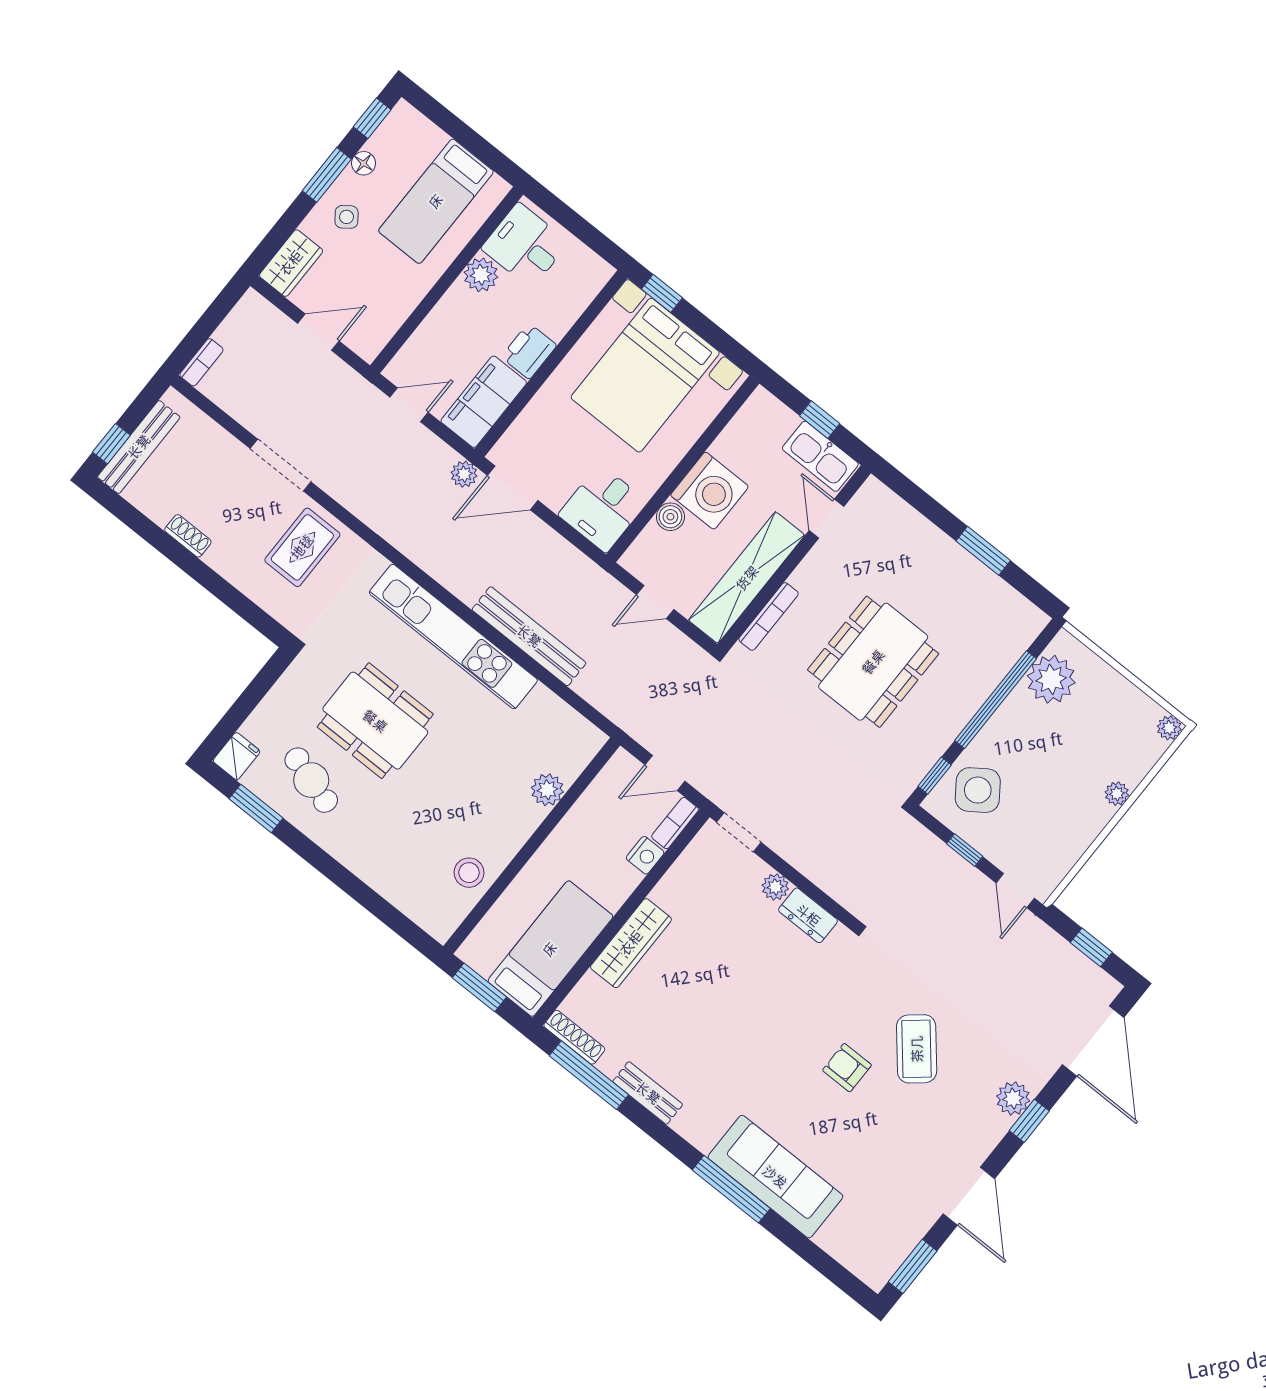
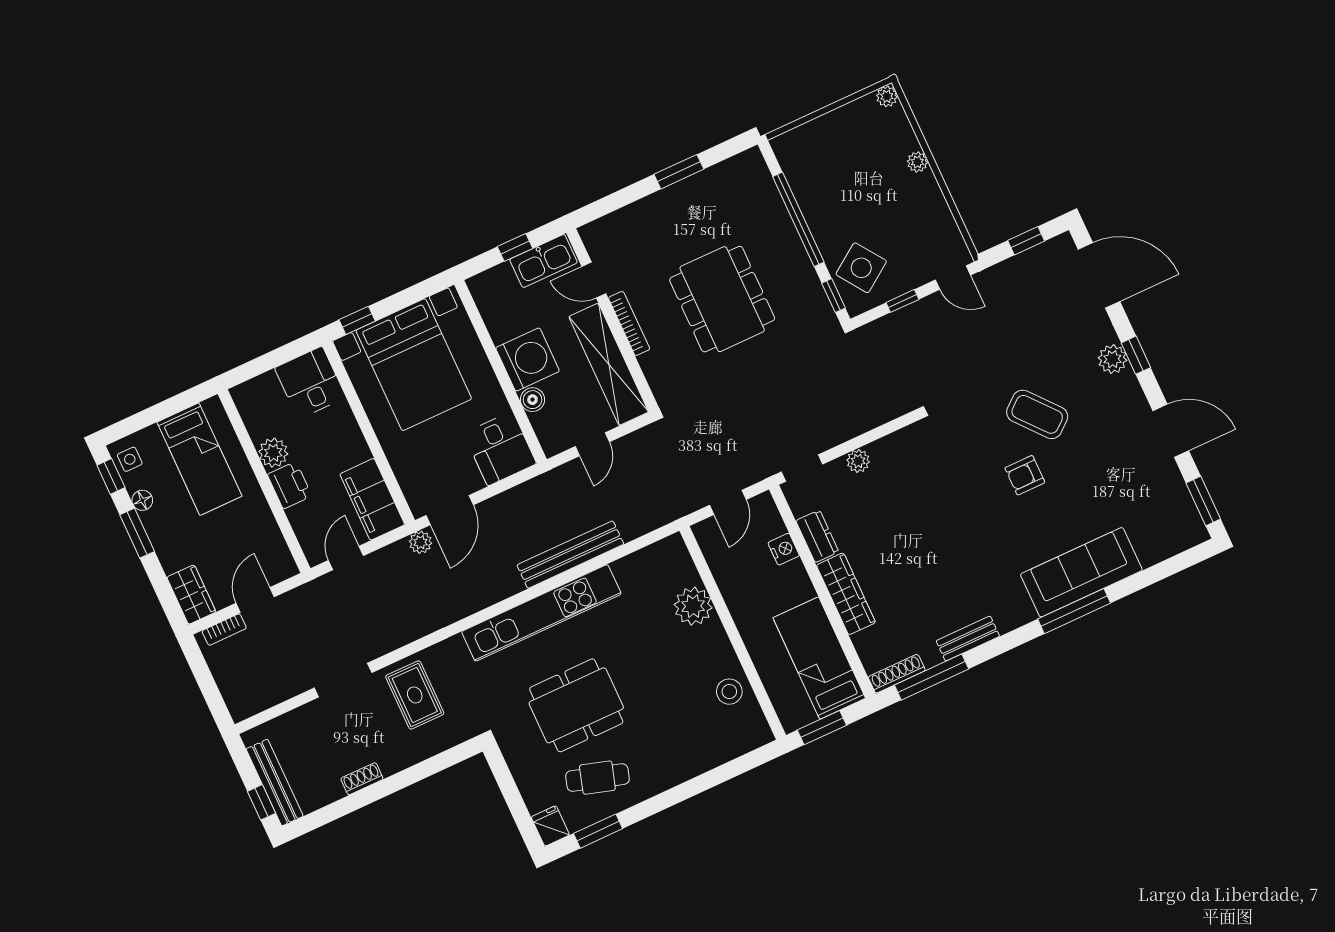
side table: (347, 217) -> (130, 459), moved, turned 37
desk: (525, 245) -> (310, 383), moved, turned 90
printer: (529, 351) -> (290, 485), moved, turned 180
bookcase: (201, 362) -> (224, 630), moved, turned 90
bookcase: (769, 616) -> (629, 323), moved
plant: (1051, 679) -> (804, 169), removed
plant: (547, 790) -> (693, 606), width x1.36, depth x1.36
bookcase: (675, 823) -> (770, 514), removed
dresser: (808, 915) -> (817, 536), moved, turned -90

